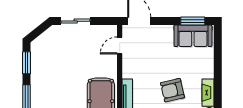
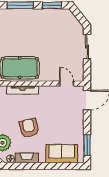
sofa: (193, 36) -> (62, 154), moved, turned 90

